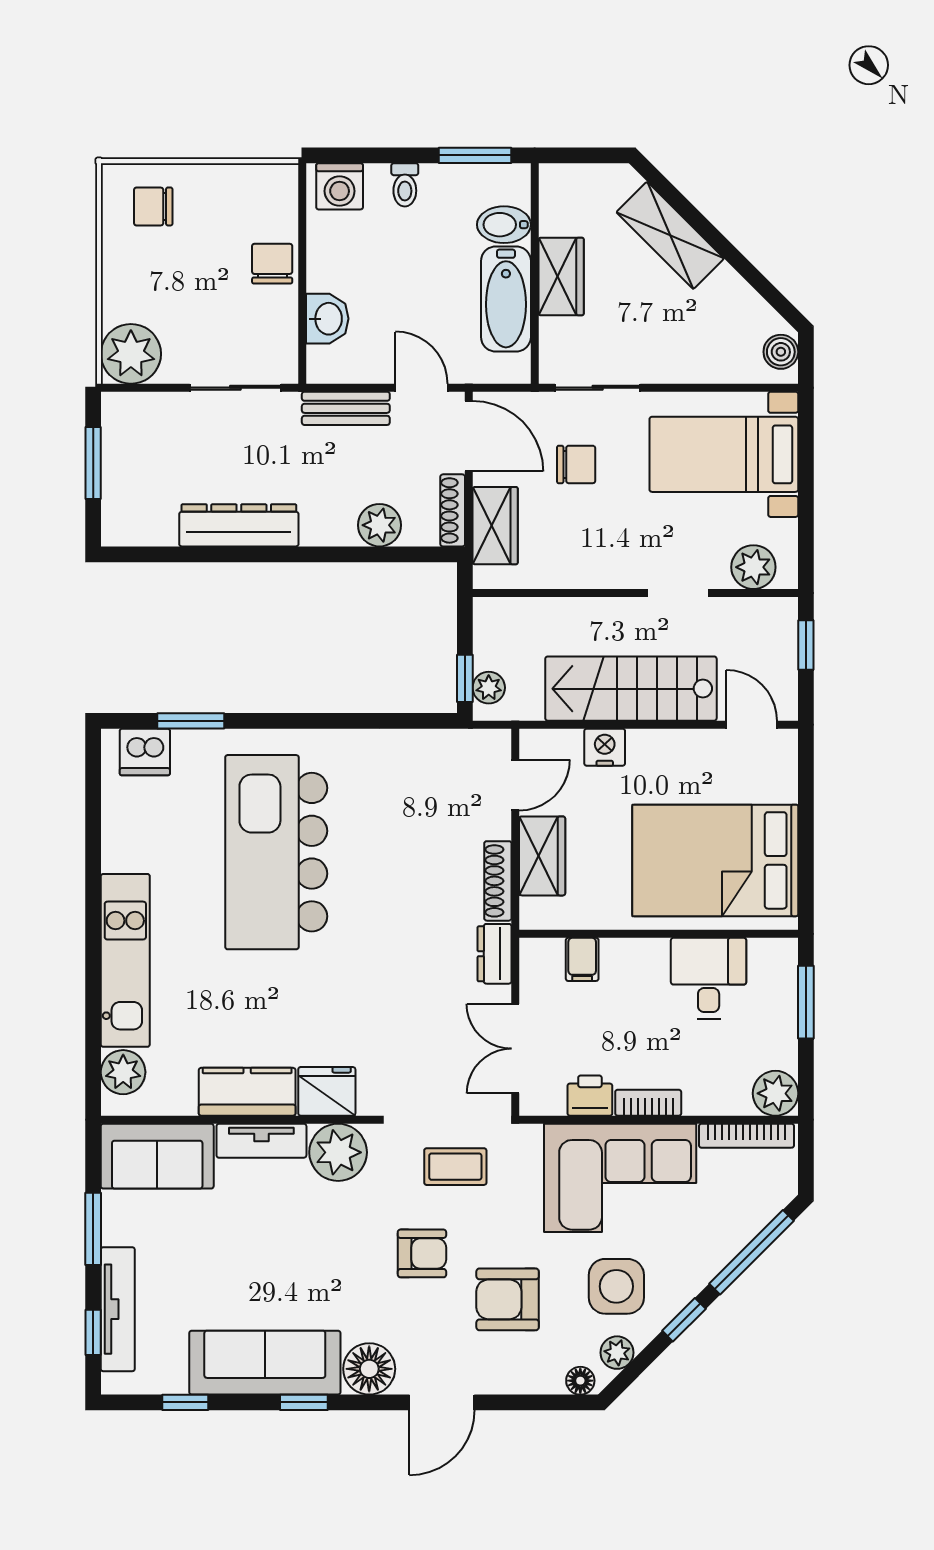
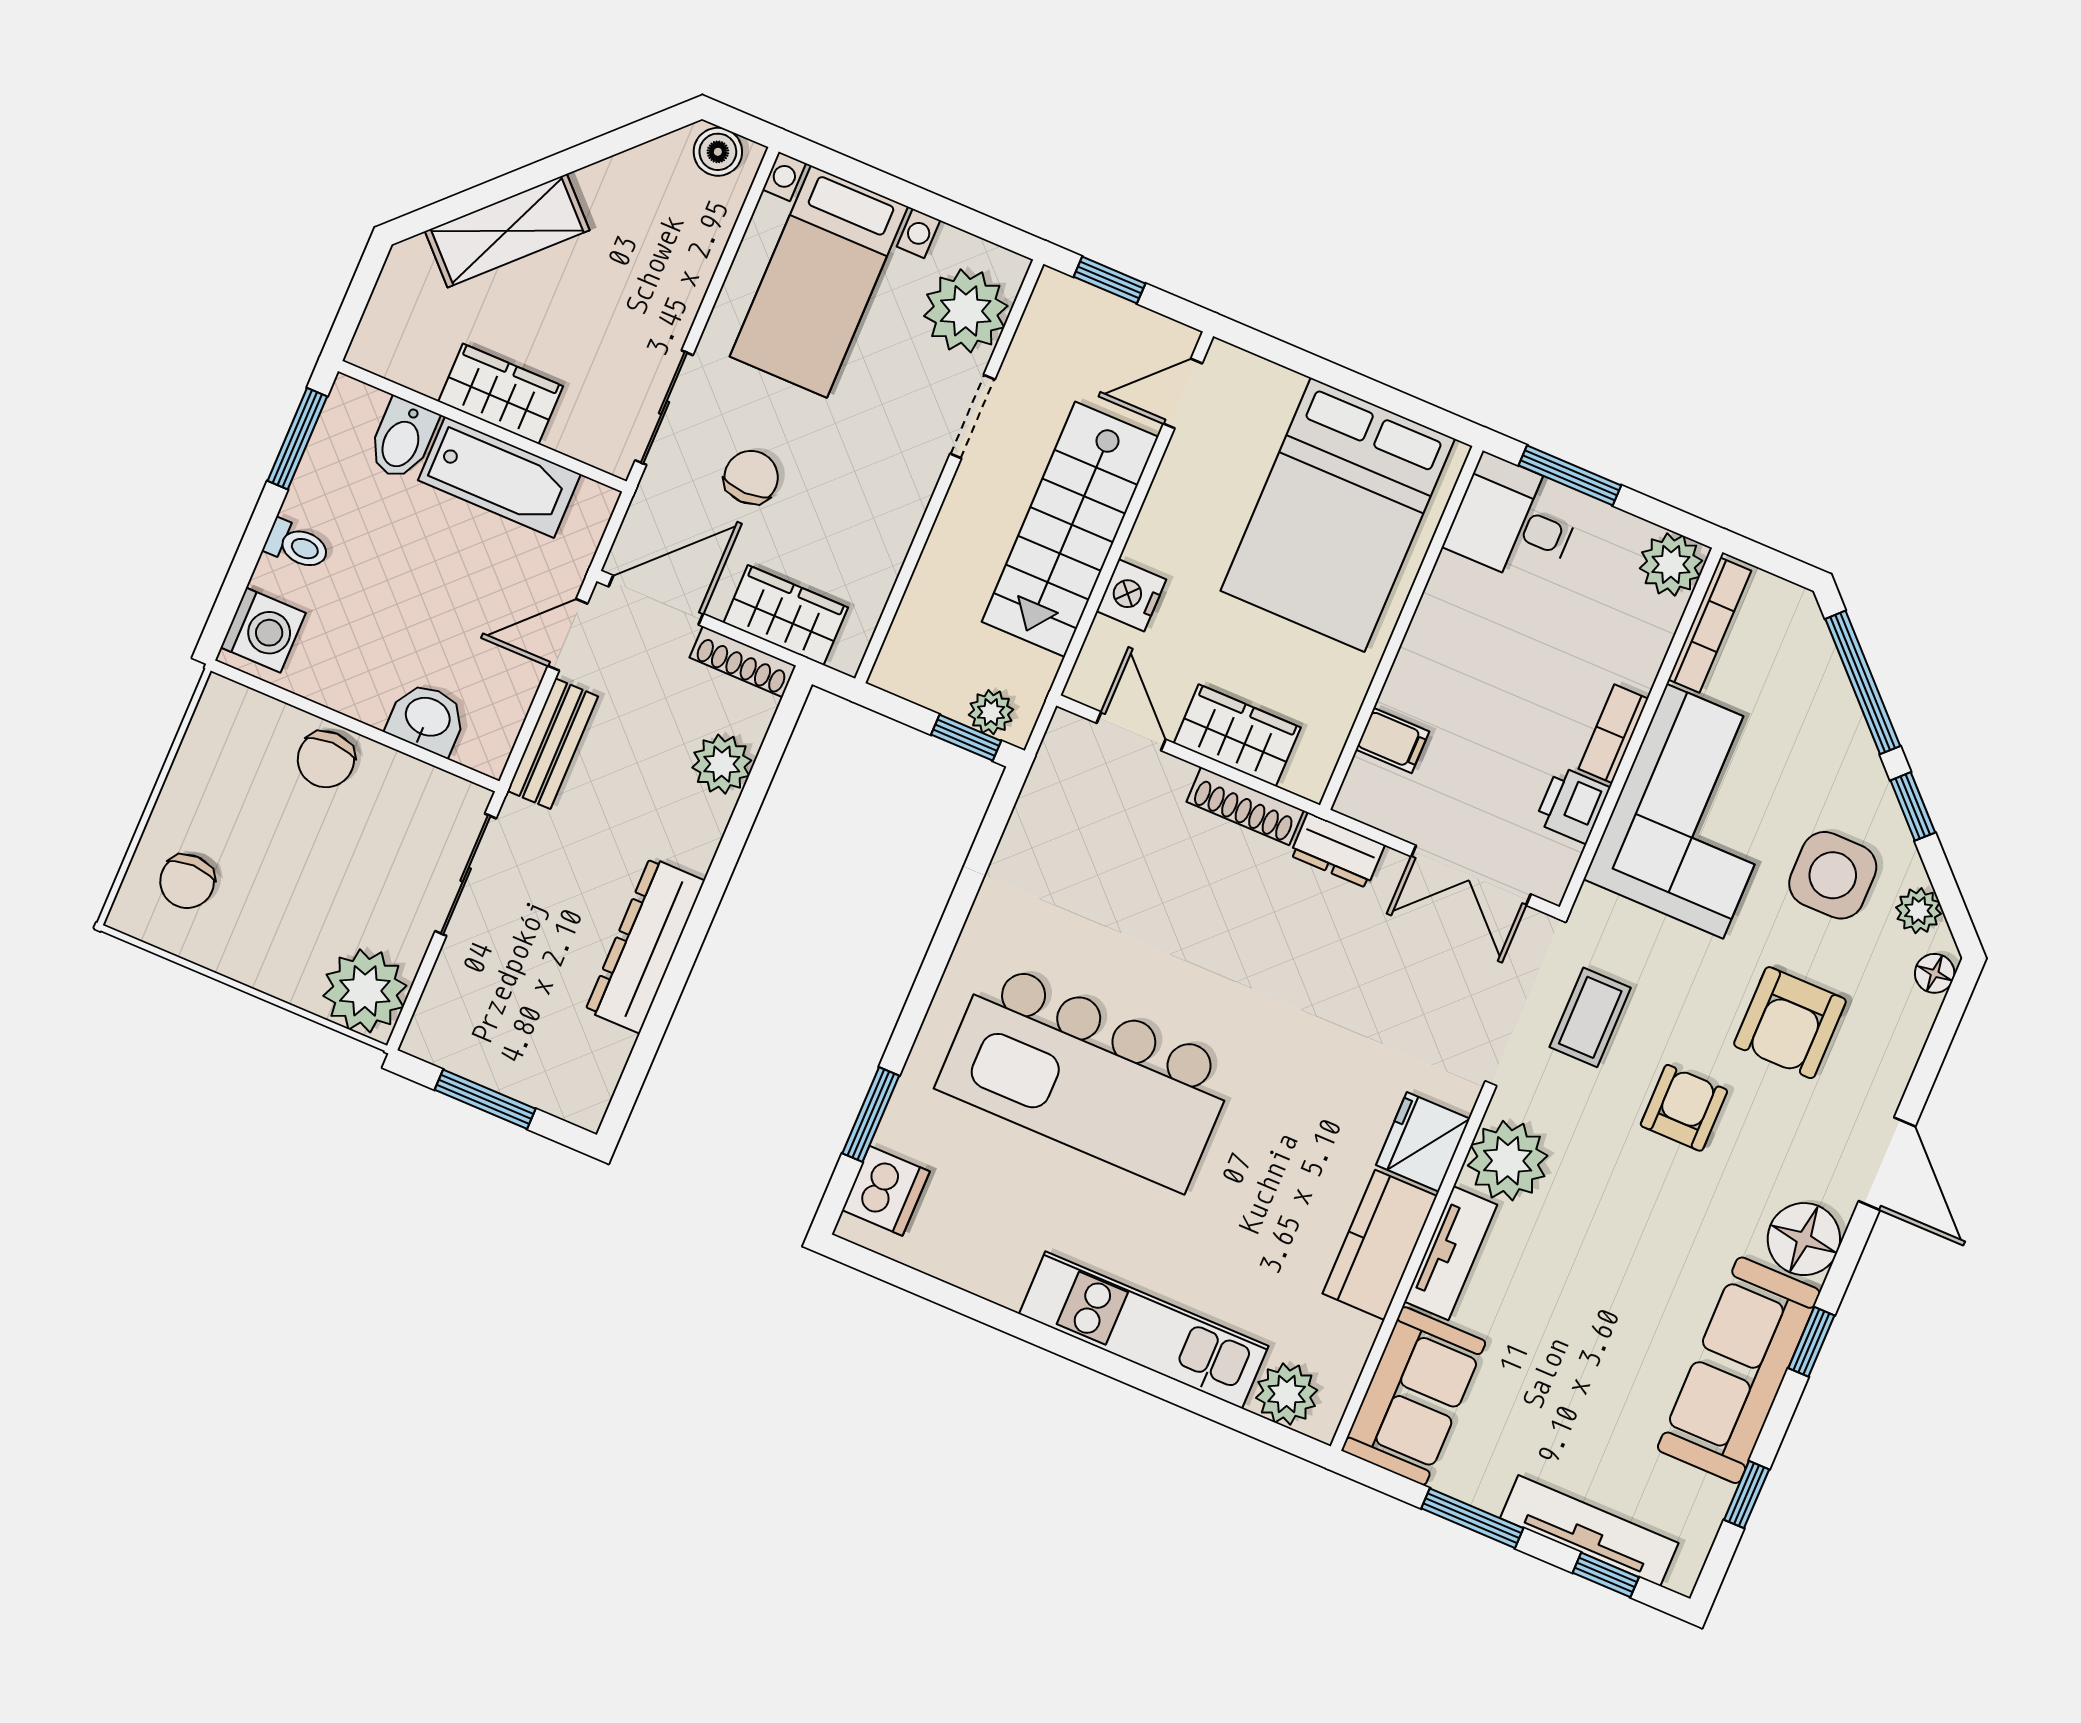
chair: (272, 264) -> (326, 759), turned -90
plant: (753, 567) -> (966, 311), width x1.36, depth x1.36
desk: (709, 978) -> (1514, 521), moved

